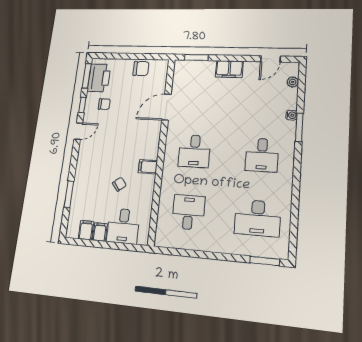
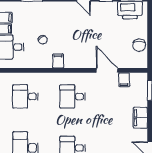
filing cabinet: (180, 87) -> (124, 80), added
chair: (104, 104) -> (107, 18), removed
desk: (188, 212) -> (25, 96), turned 180

